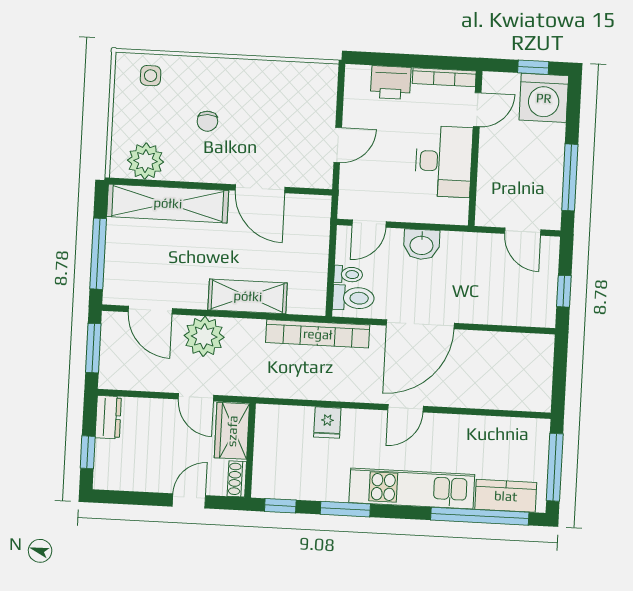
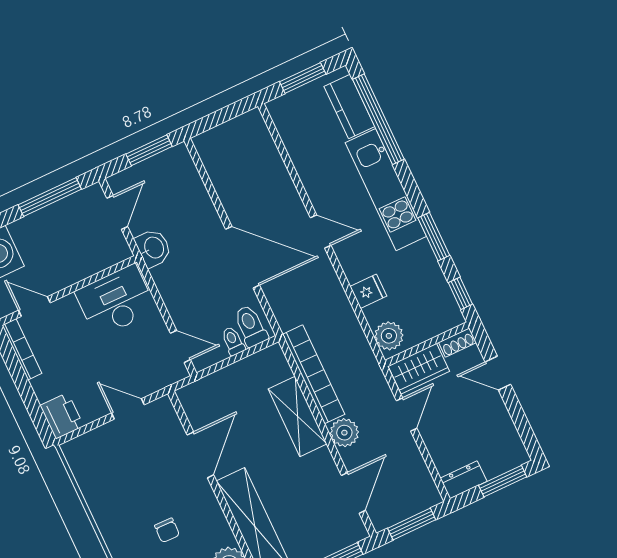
printer: (391, 82) -> (62, 416), moved
chair: (207, 121) -> (167, 530), turned 91
desk: (444, 161) -> (116, 301), moved
washbasin: (422, 244) -> (153, 248), moved
window: (564, 291) -> (149, 150), width x1.50
bookcase: (318, 334) -> (313, 374), moved
plant: (204, 336) -> (344, 433), width x0.73, depth x0.73
plant: (277, 420) -> (389, 336), added
window: (88, 452) -> (503, 481), width x1.50
window: (555, 467) -> (303, 78), width x0.69

